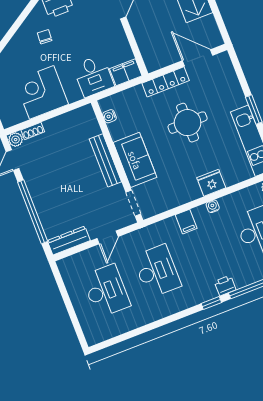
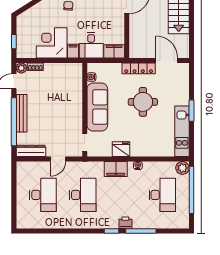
filing cabinet: (73, 92) -> (73, 51), added
bench: (105, 160) -> (22, 113), moved
sofa: (135, 160) -> (97, 107), width x1.36
fridge: (211, 183) -> (121, 149), moved
filing cabinet: (186, 222) -> (116, 169), width x2.00

